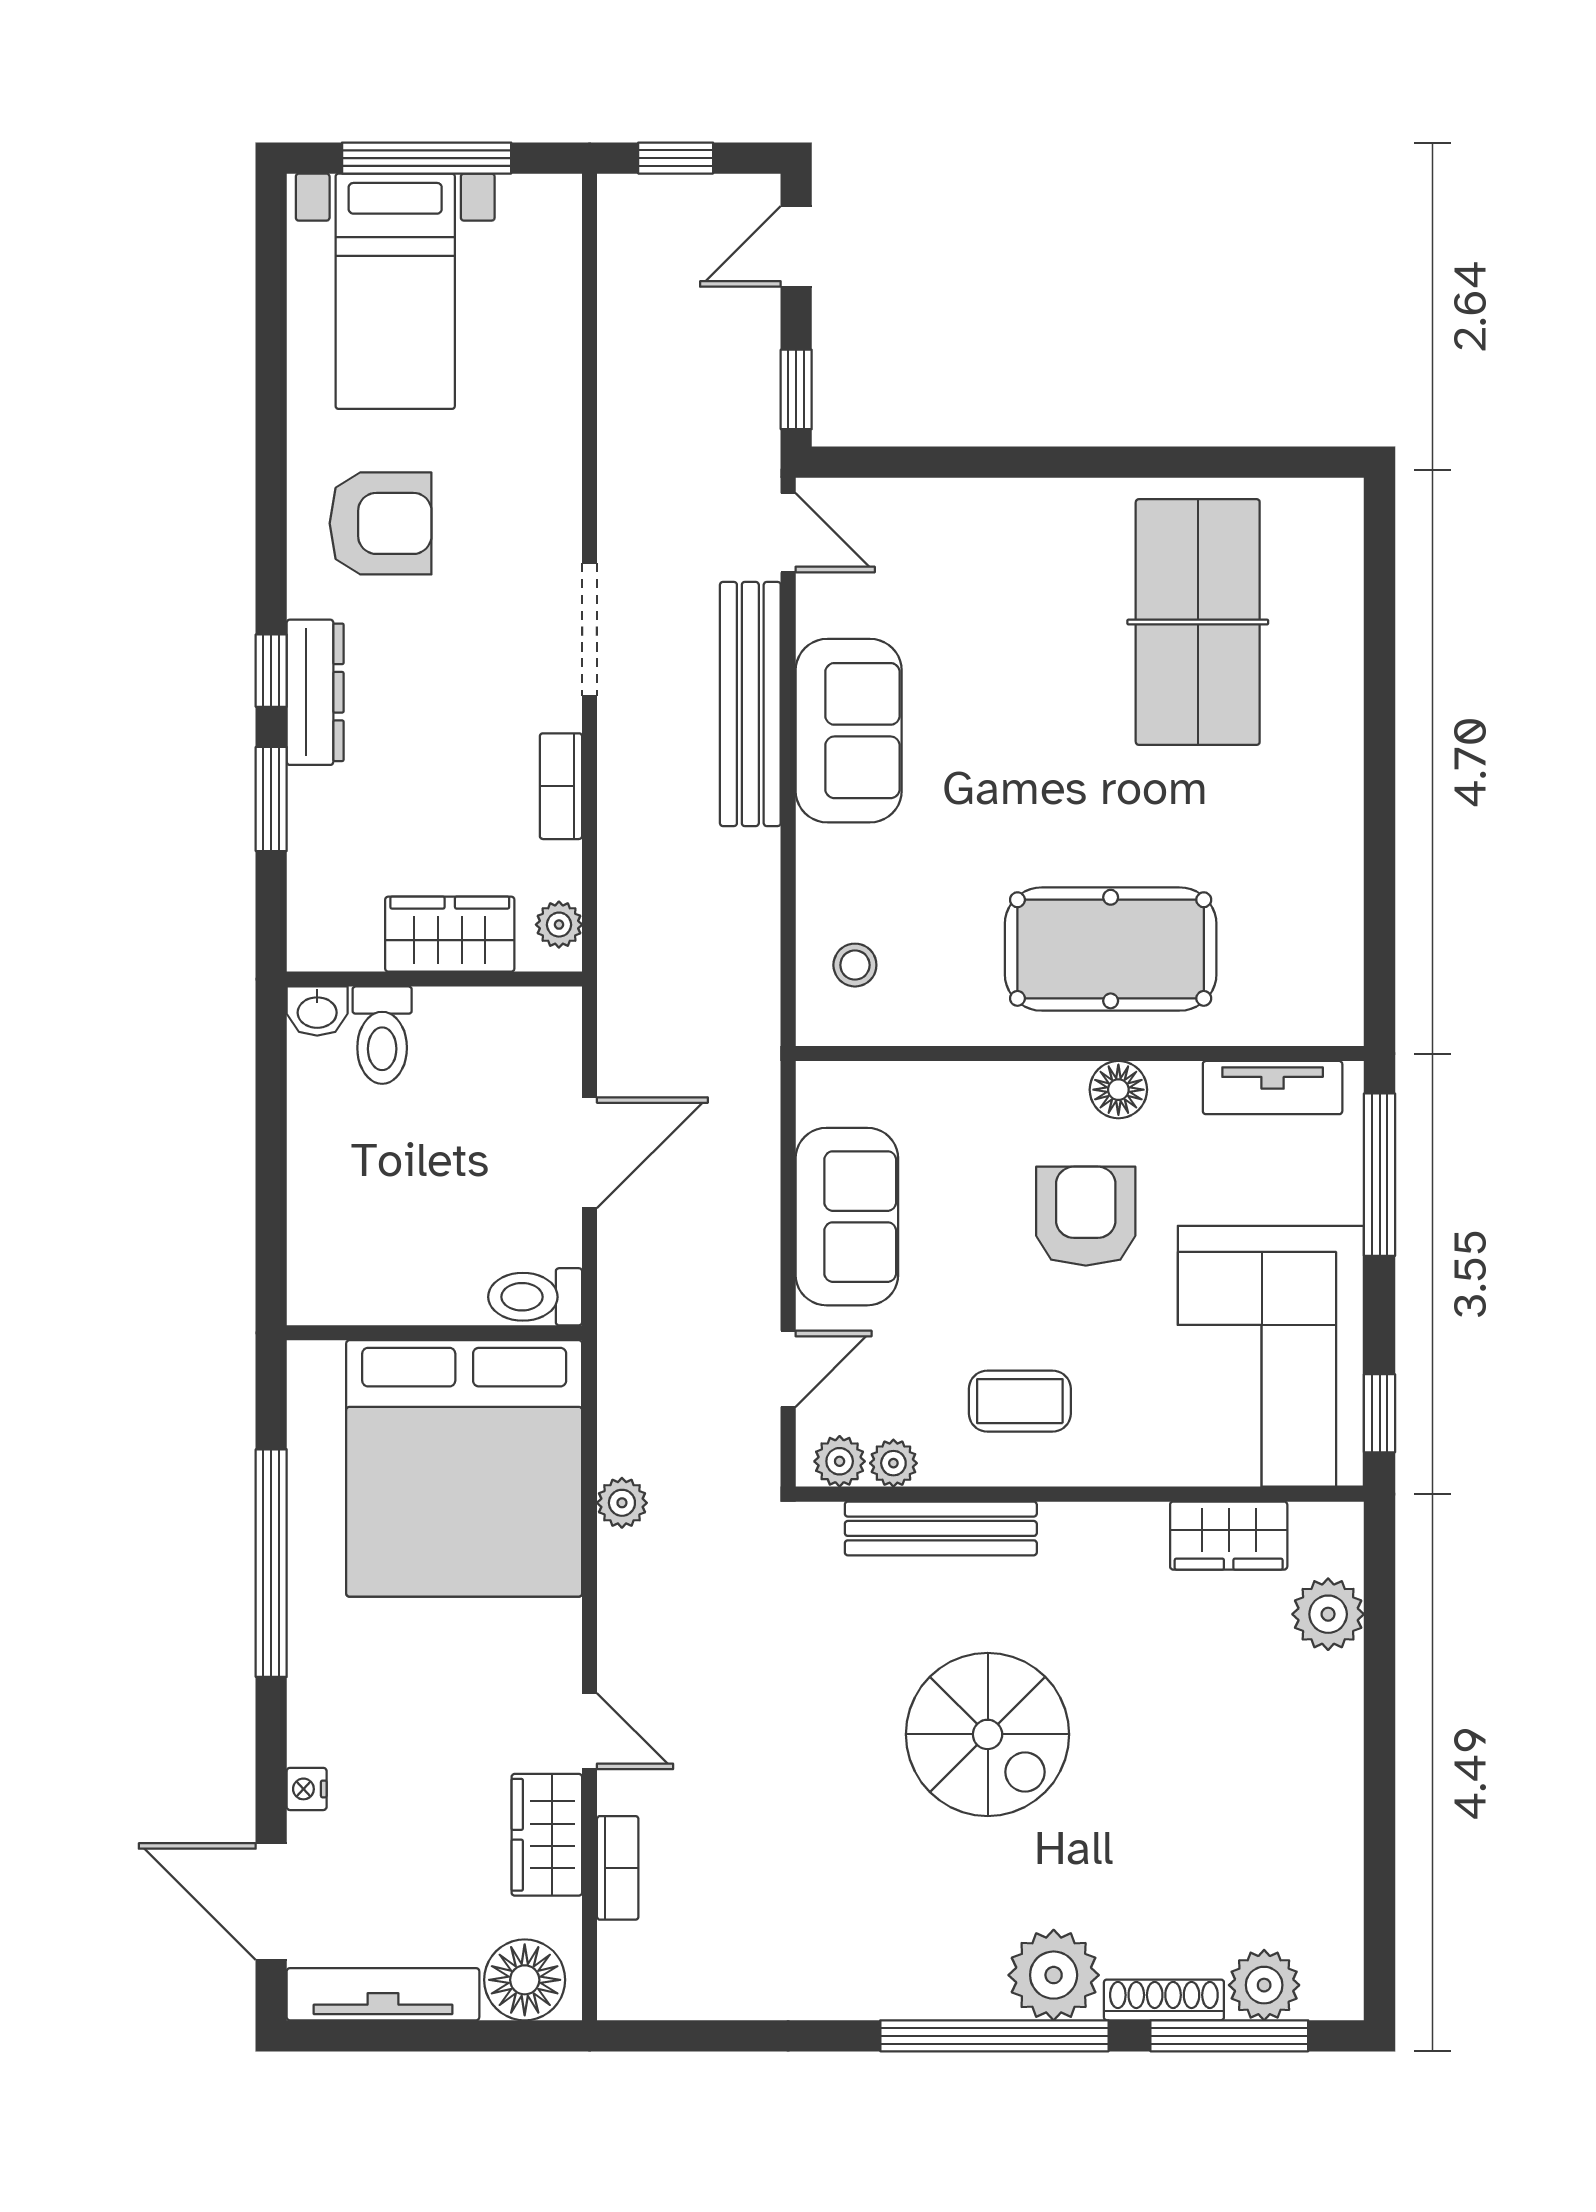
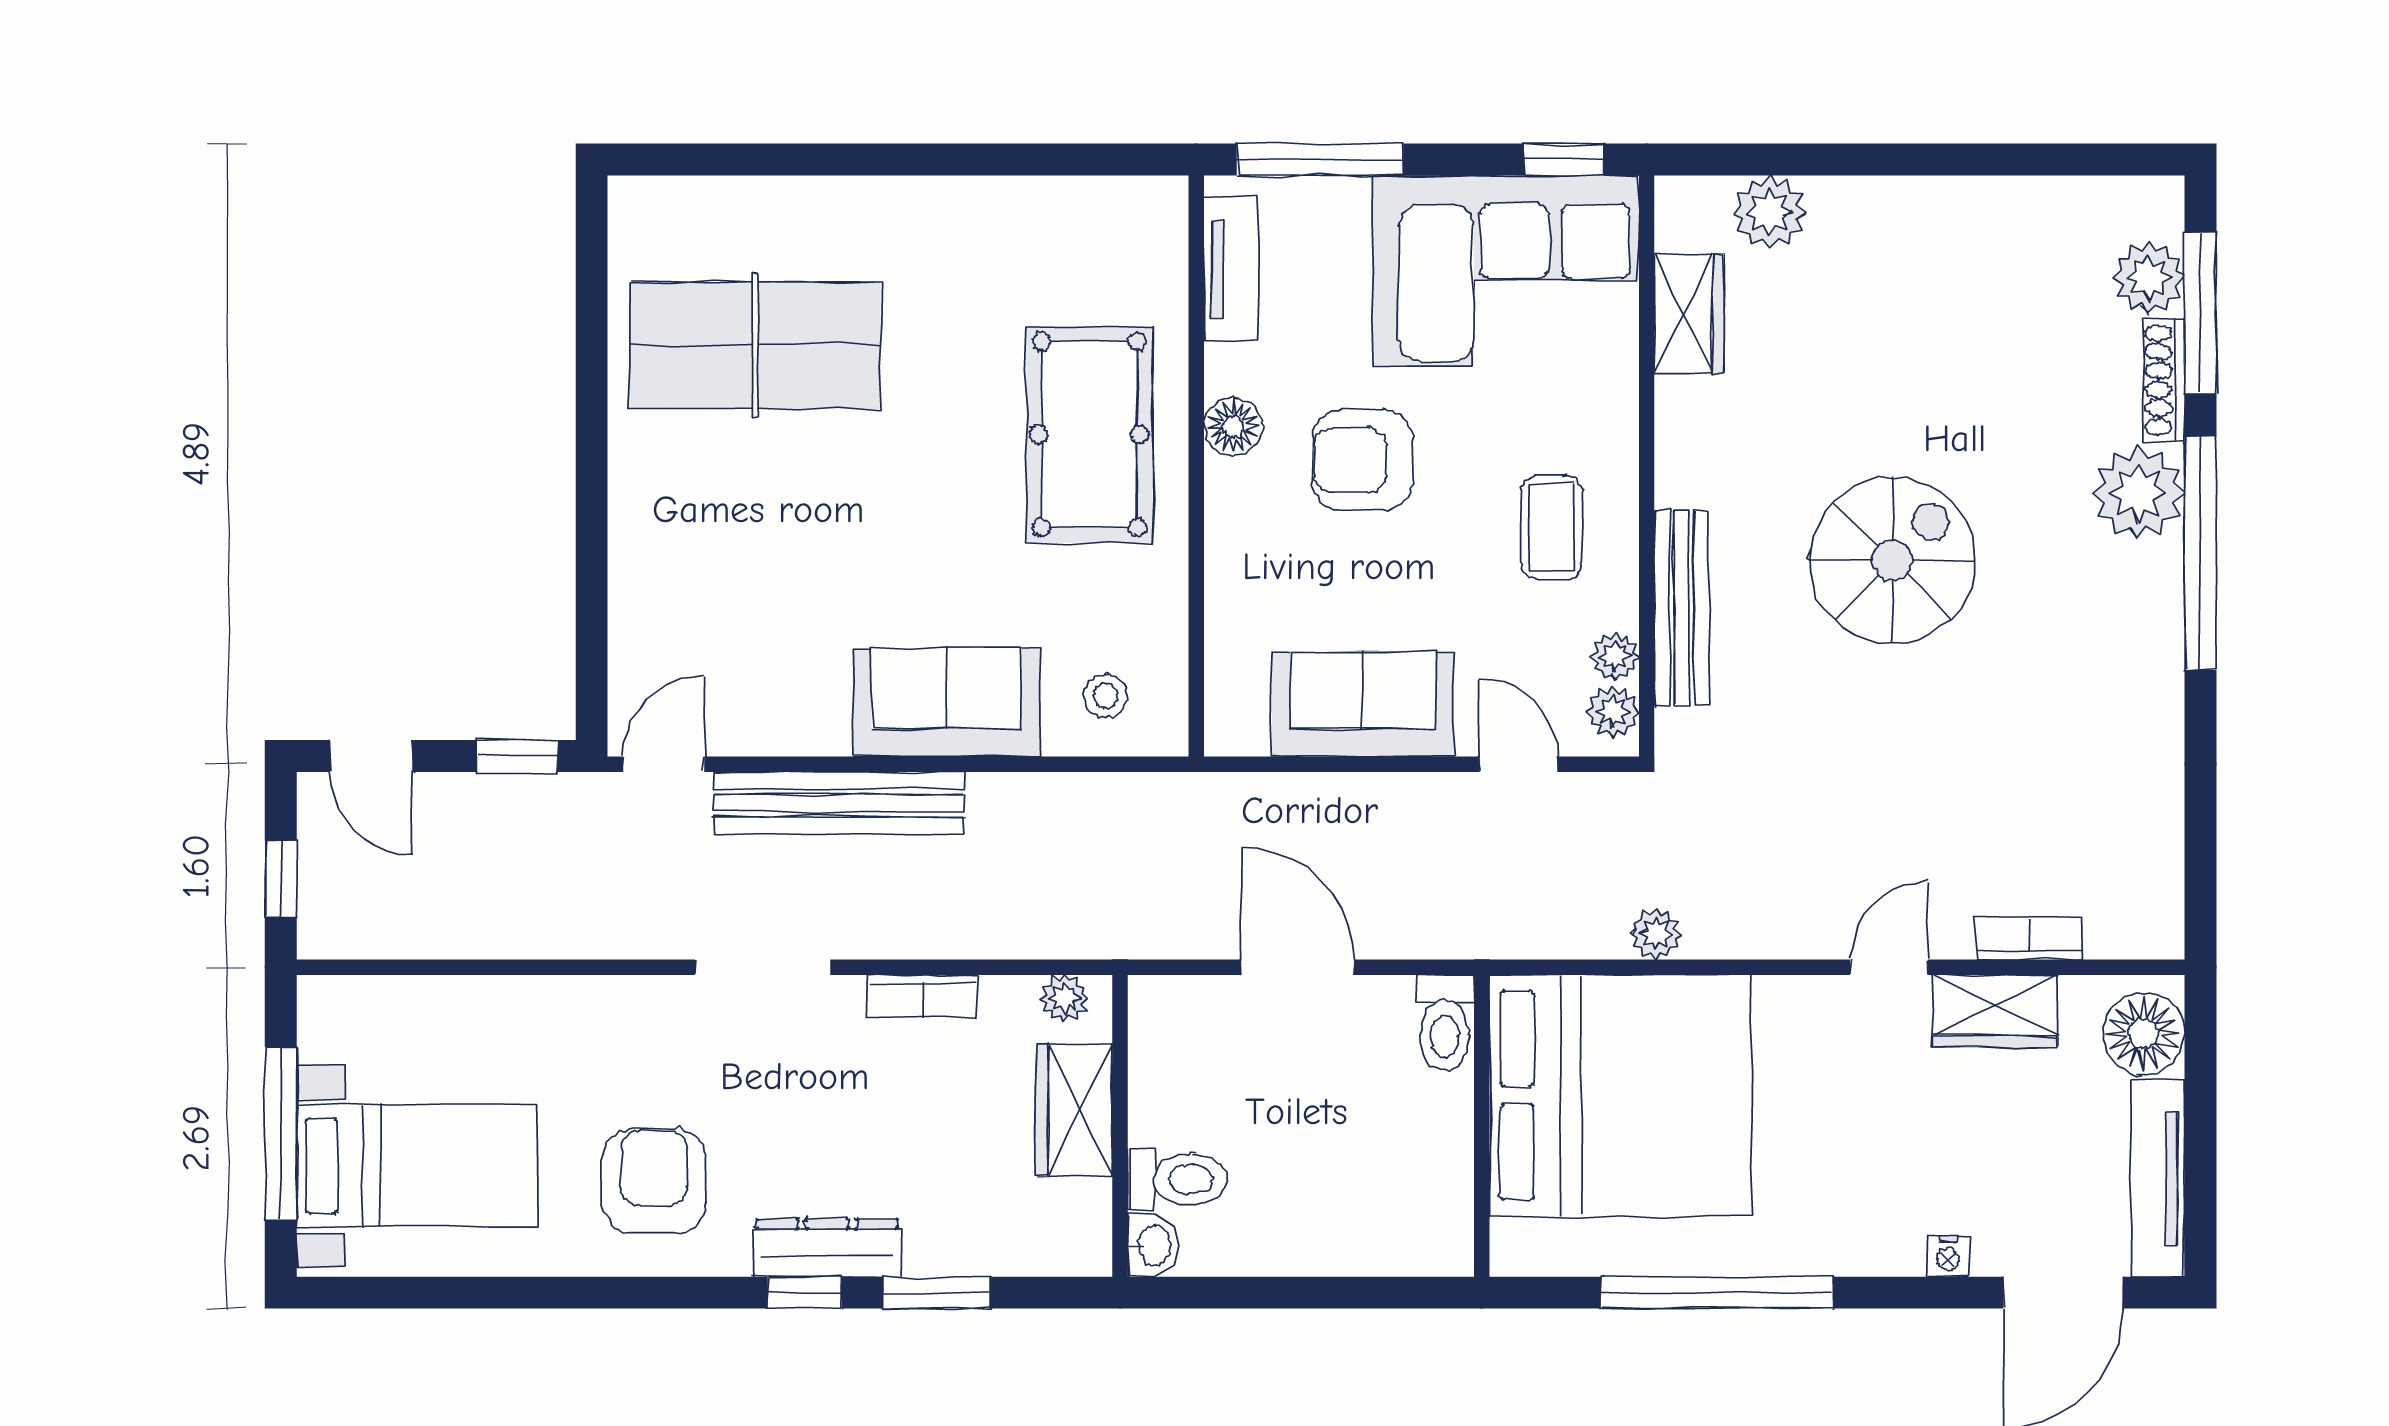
sofa: (849, 731) -> (947, 702), moved

